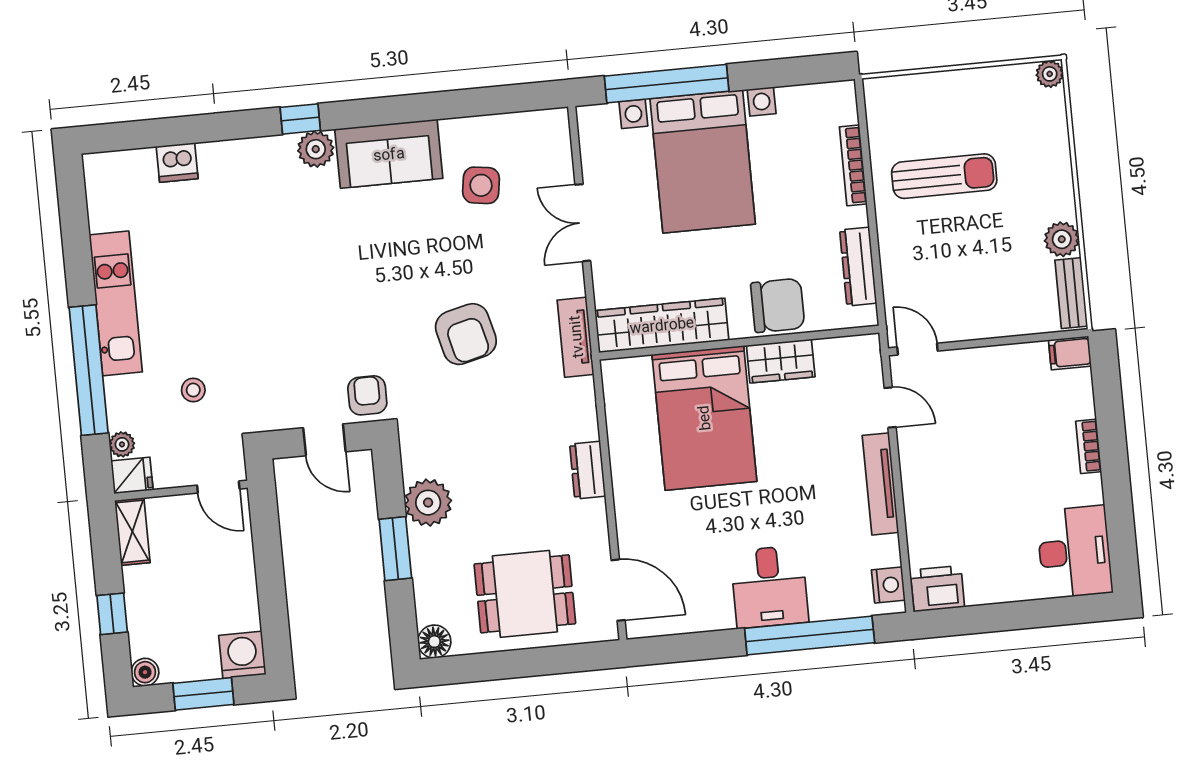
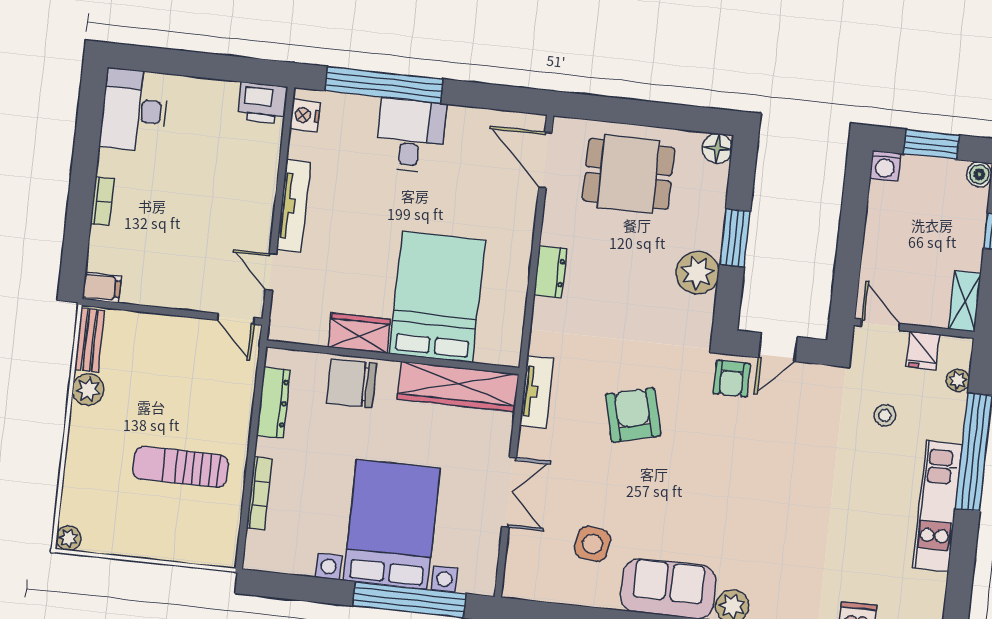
door: (324, 440) -> (778, 347), swing flipped
fridge: (132, 475) -> (923, 350), moved, turned -90
washing machine: (242, 655) -> (885, 166), width x0.73, depth x0.73

